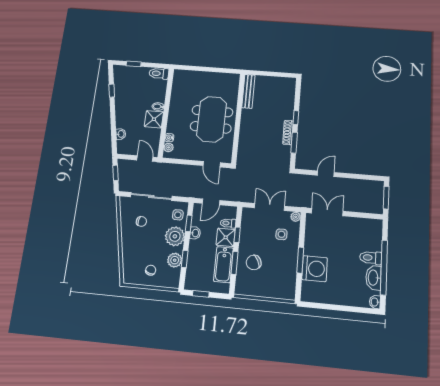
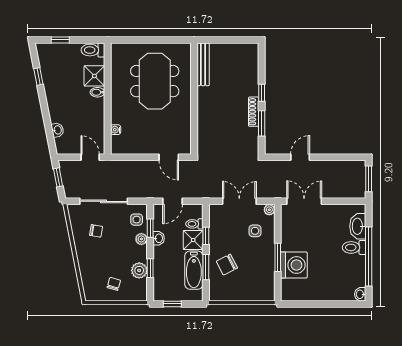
shower: (154, 119) -> (94, 76), moved
meeting table: (212, 119) -> (155, 81), moved
plant: (169, 147) -> (116, 142), removed
plant: (175, 236) -> (141, 239), width x0.53, depth x0.53
washbasin: (373, 278) -> (358, 226), moved

